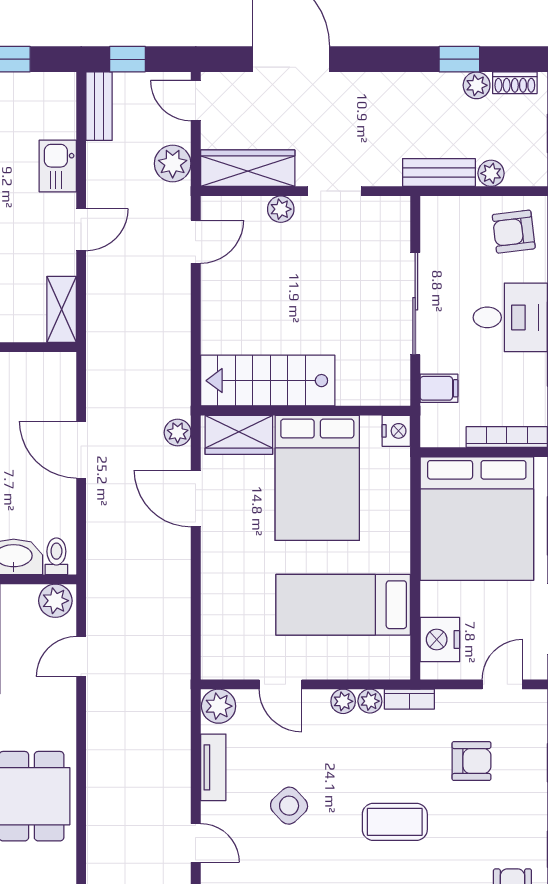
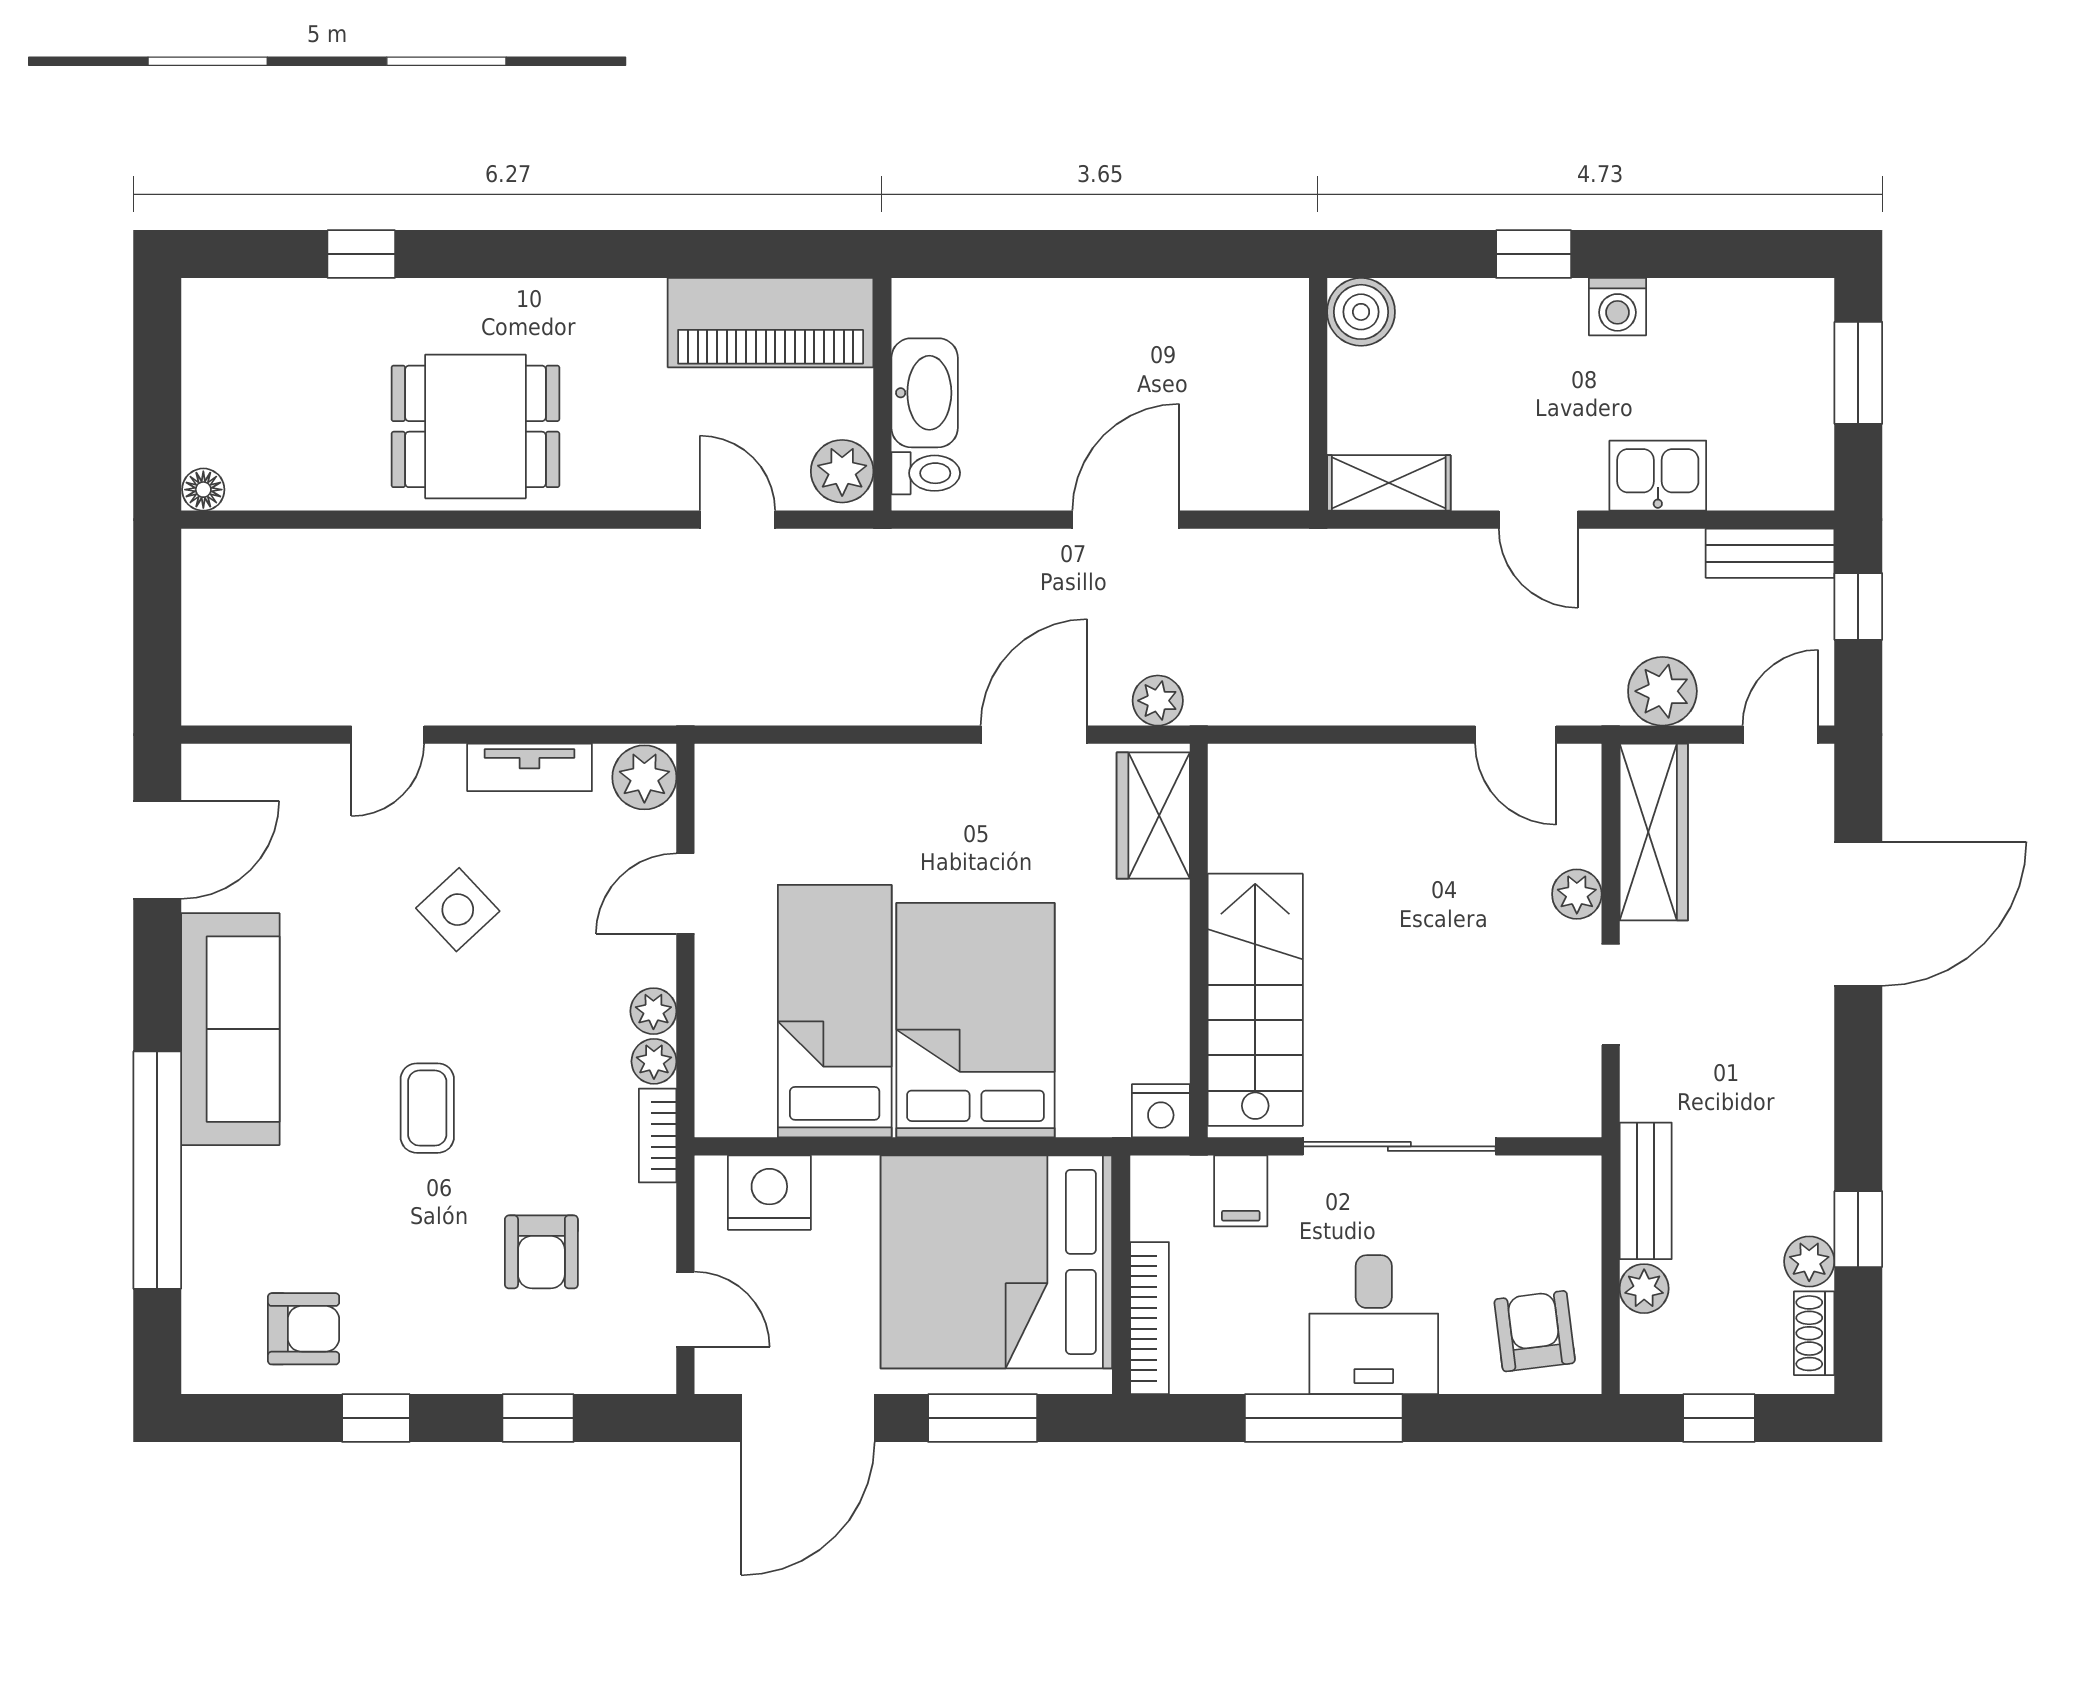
stairs: (268, 381) -> (1255, 1000), moved
bed: (317, 478) -> (975, 1020), moved, turned 90
coffee table: (395, 822) -> (427, 1108), width x0.73, depth x0.77

